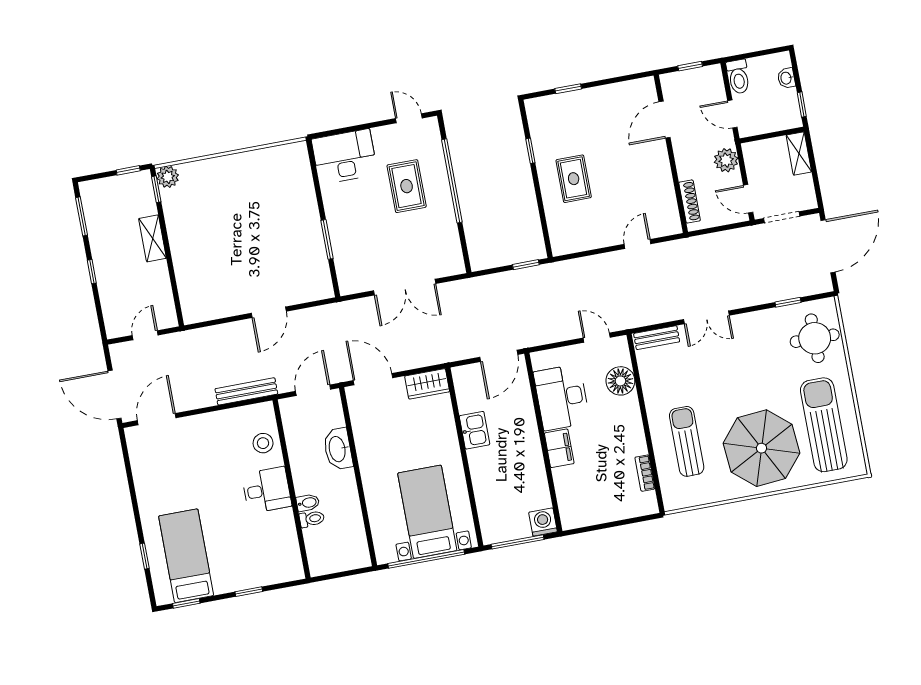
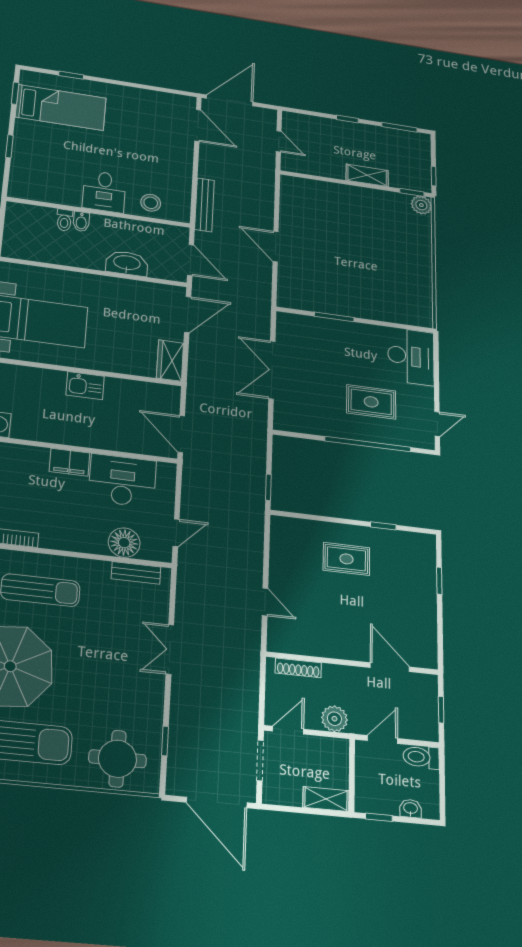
bench: (657, 338) -> (136, 573), moved, turned 90
kitchen sink: (475, 430) -> (85, 386), moved

